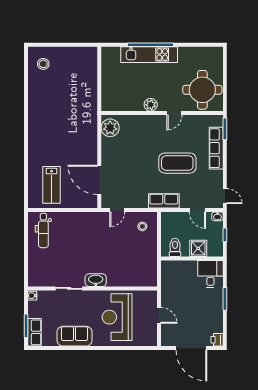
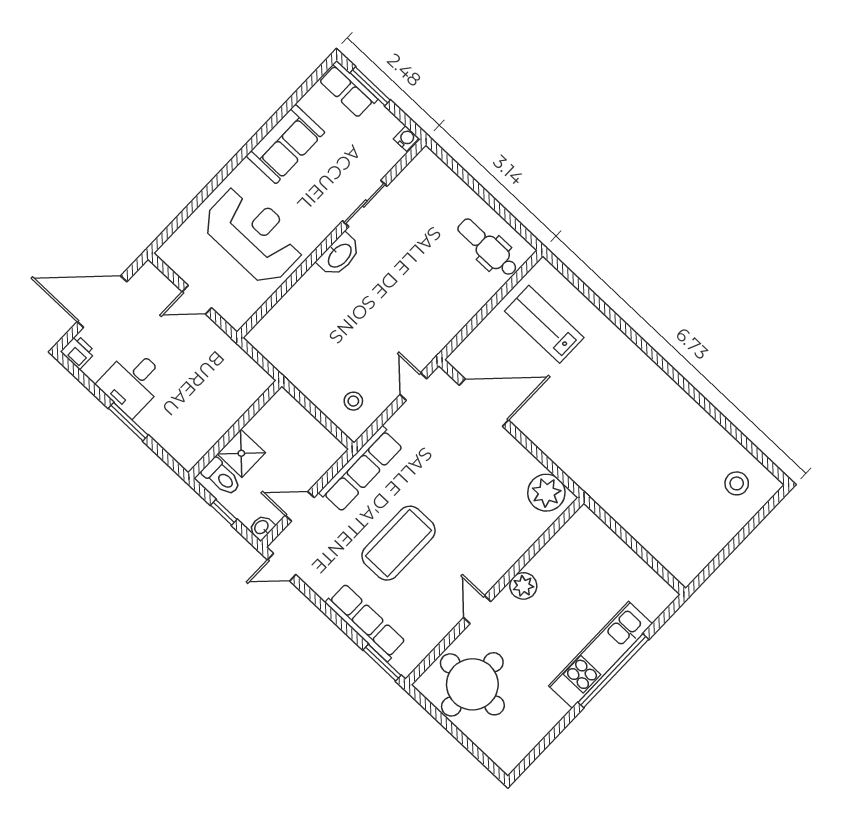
row of seats: (164, 201) -> (361, 469), width x1.48
toilet: (175, 247) -> (222, 477), moved
desk: (210, 274) -> (132, 382), moved, turned 90

